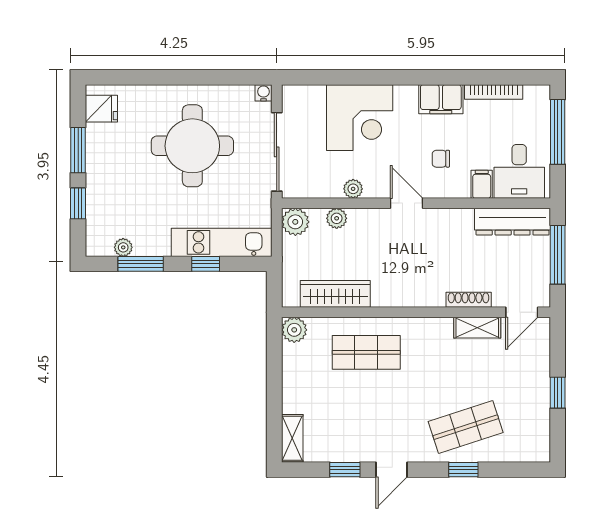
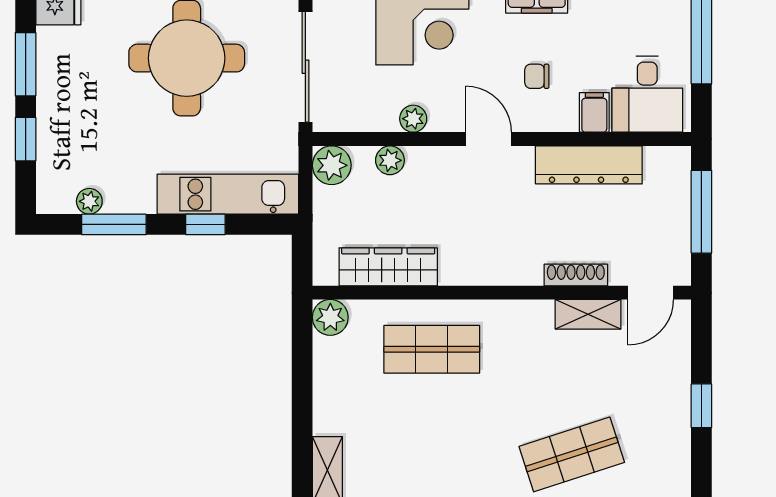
dresser: (513, 222) -> (589, 165), moved

